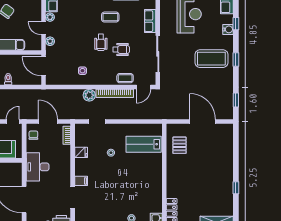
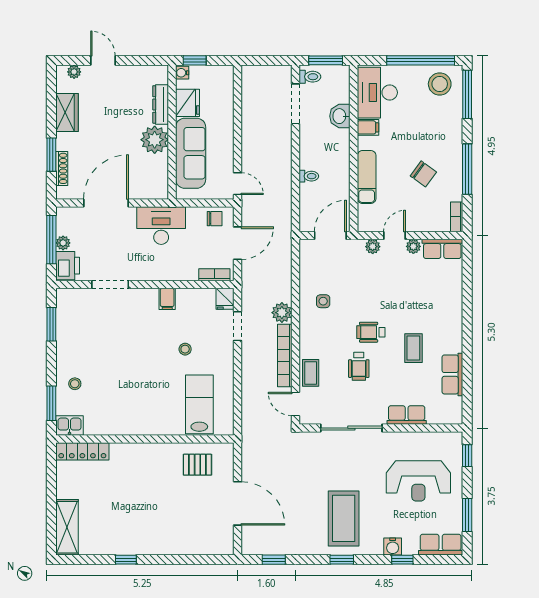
door: (203, 122) -> (237, 503), hinge flipped
fridge: (81, 152) -> (225, 299), moved
filing cabinet: (81, 181) -> (167, 299), moved

